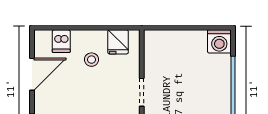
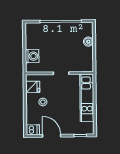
dishwasher: (61, 41) -> (33, 130), moved
washing machine: (219, 41) -> (32, 56), moved

